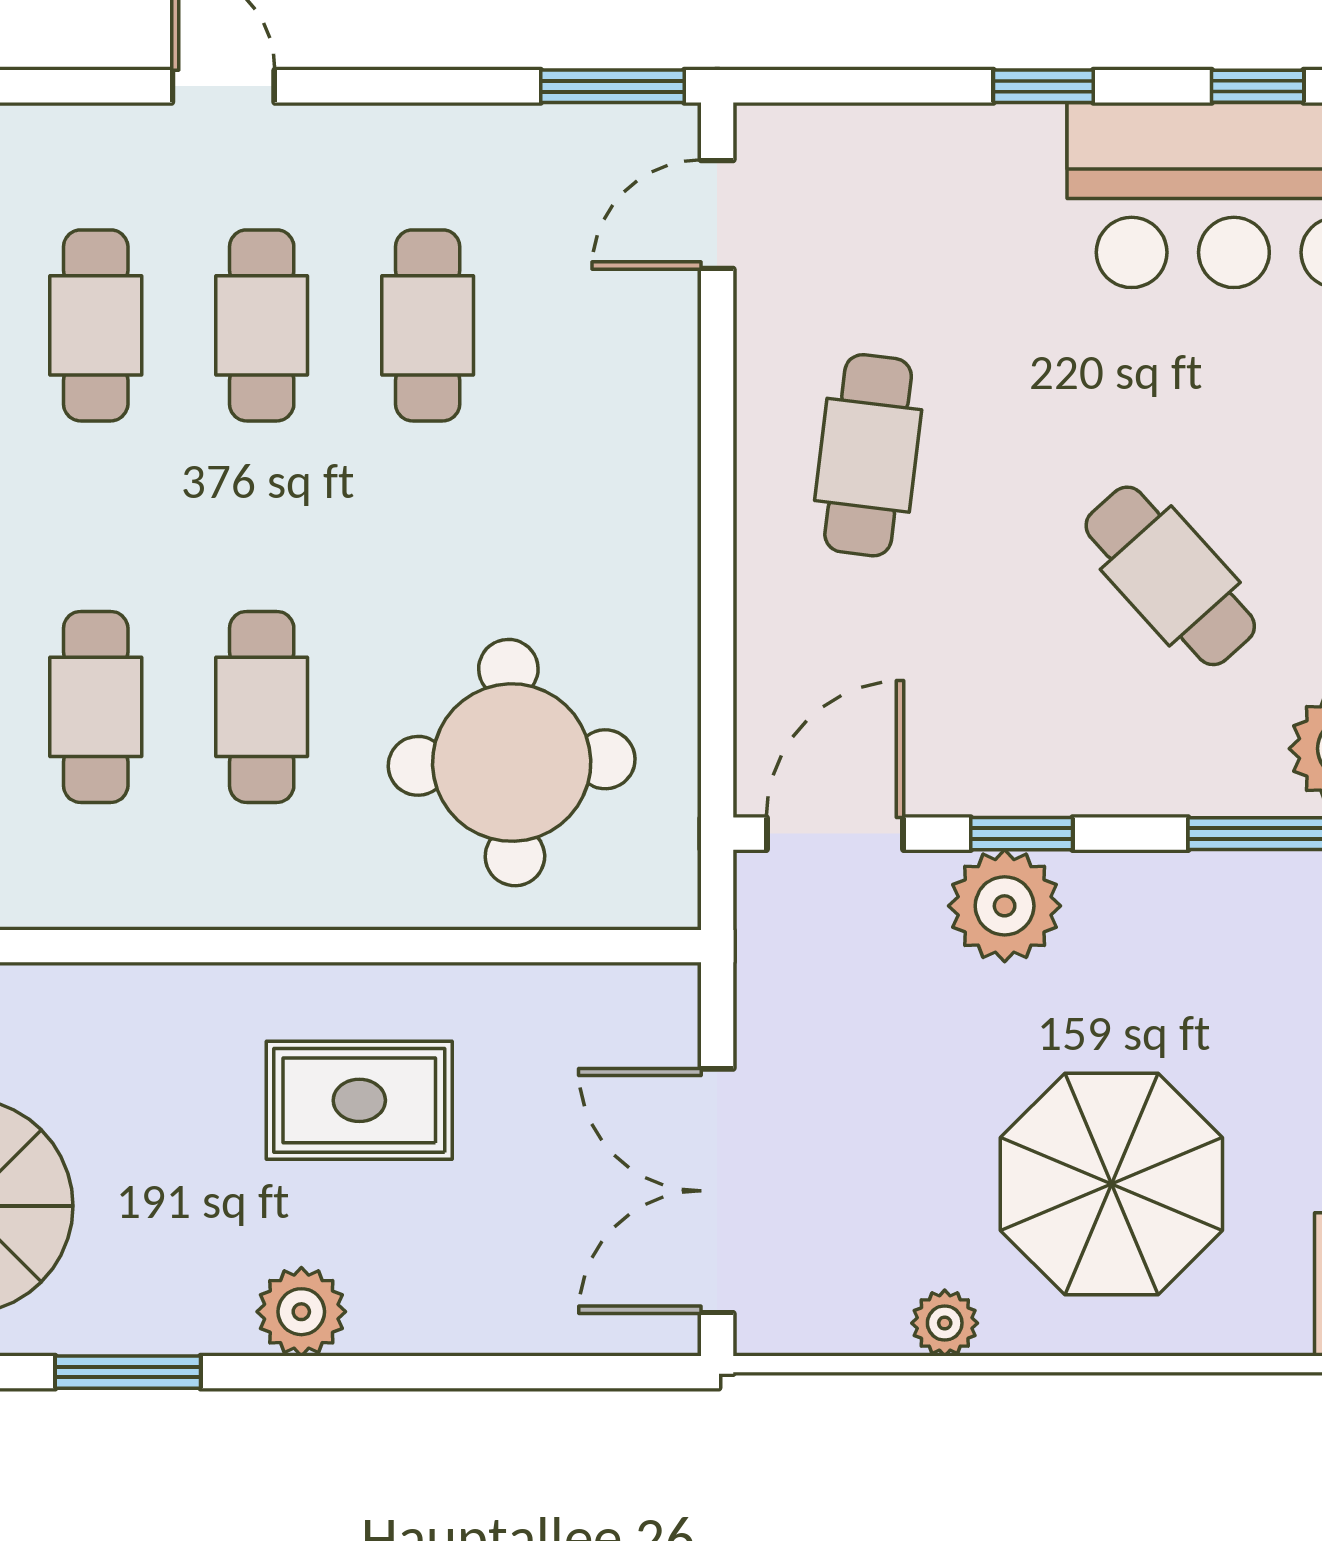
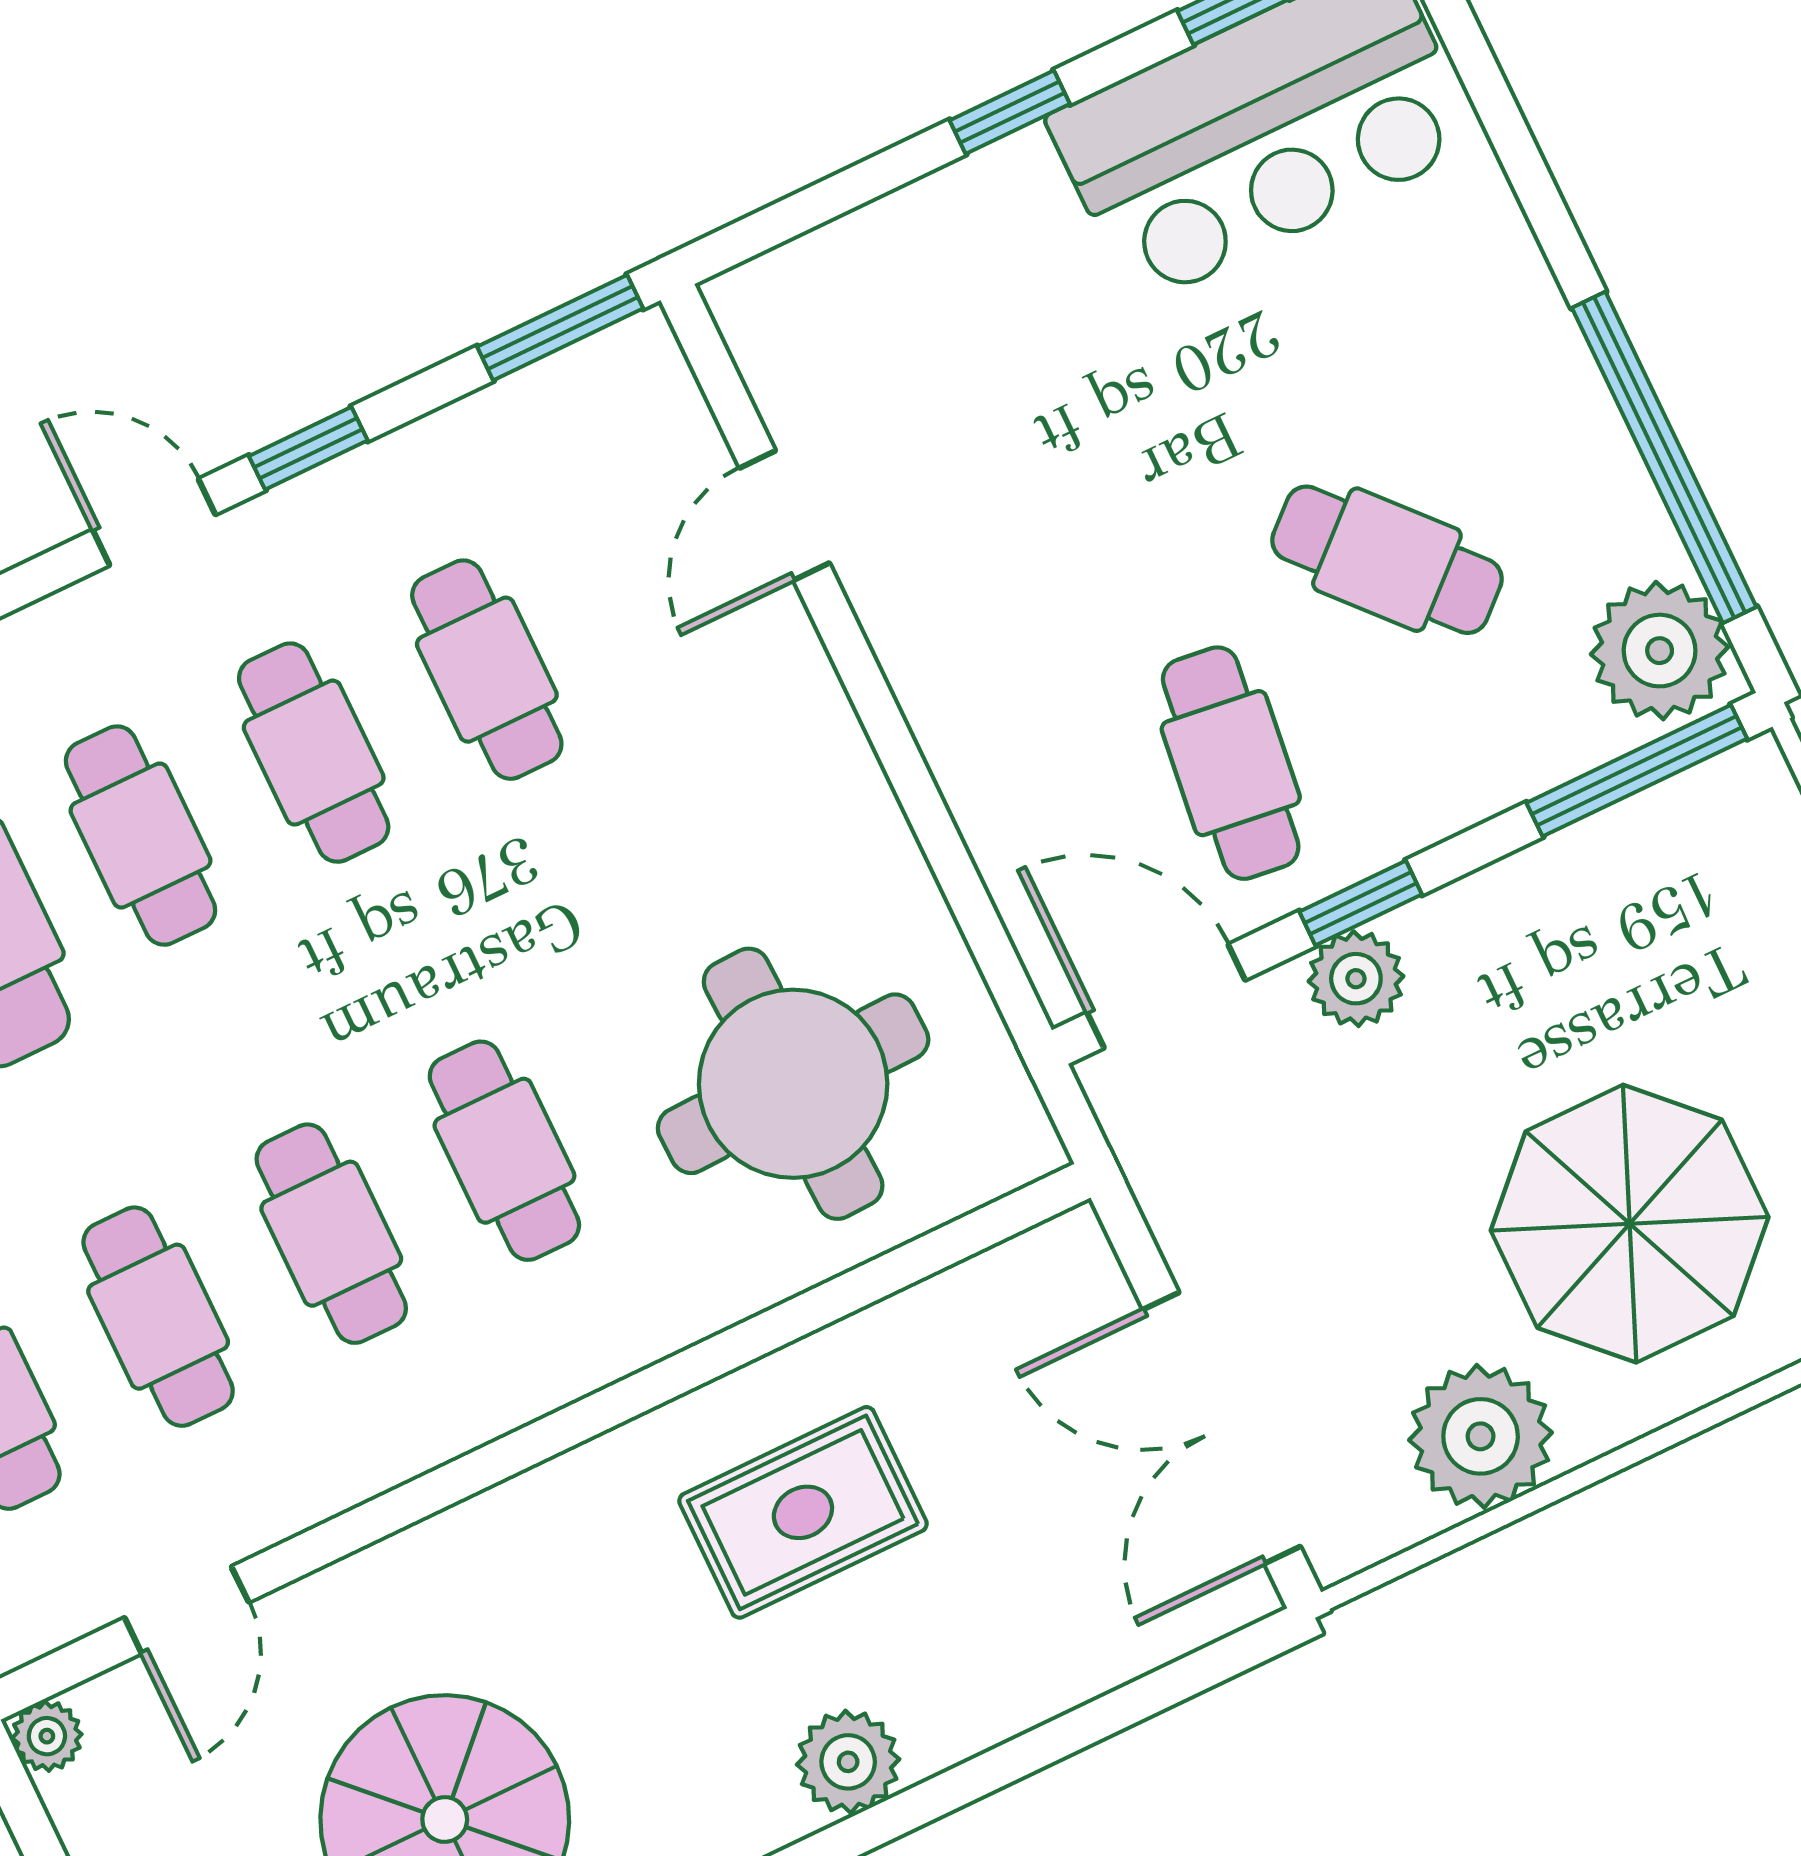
window: (371, 86) -> (308, 448), added
door: (717, 215) -> (785, 515), moved
cafe table: (868, 455) -> (1231, 763), moved
door: (835, 834) -> (1166, 996), hinge flipped
plant: (1005, 906) -> (1356, 979), width x0.73, depth x0.73
plant: (945, 1323) -> (1481, 1436), width x1.88, depth x1.88

